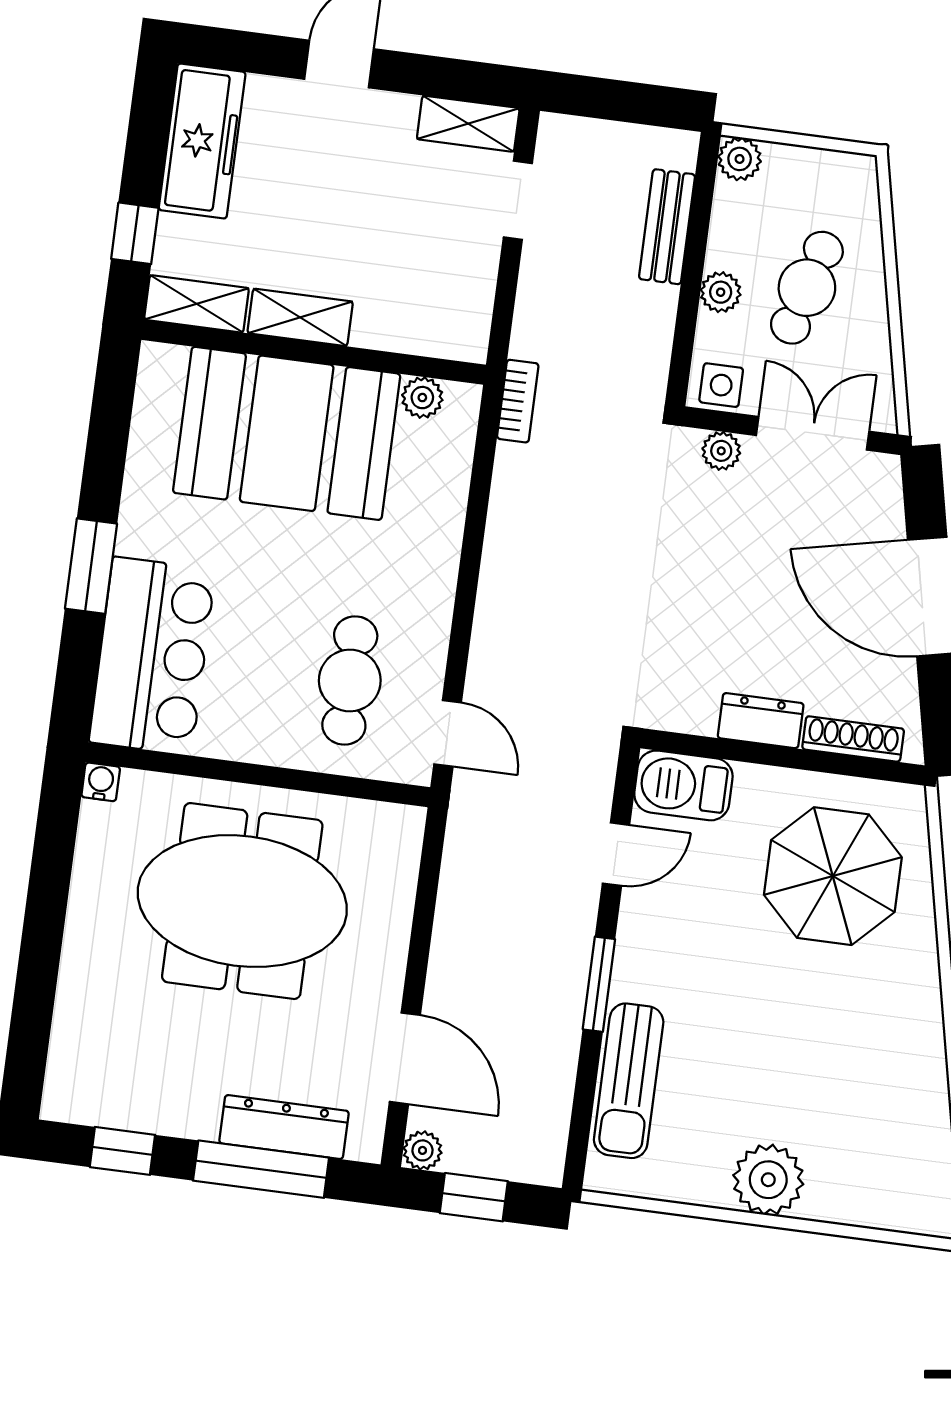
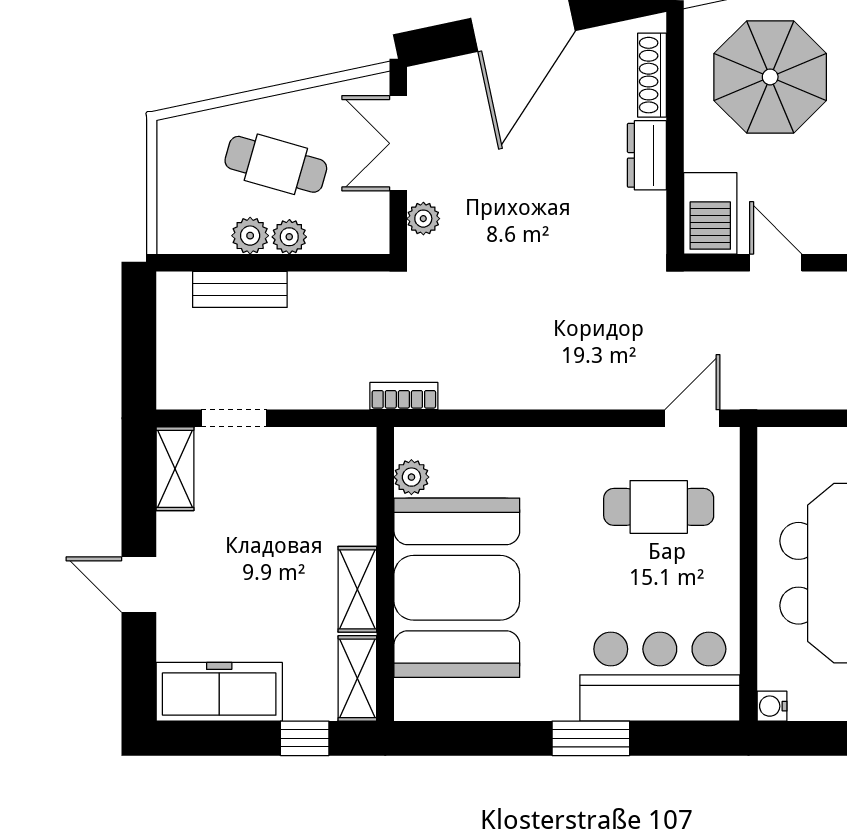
plant: (740, 159) -> (250, 236), moved
side table: (721, 385) -> (368, 226), removed

